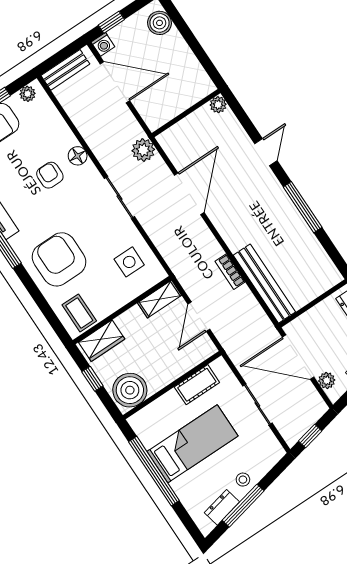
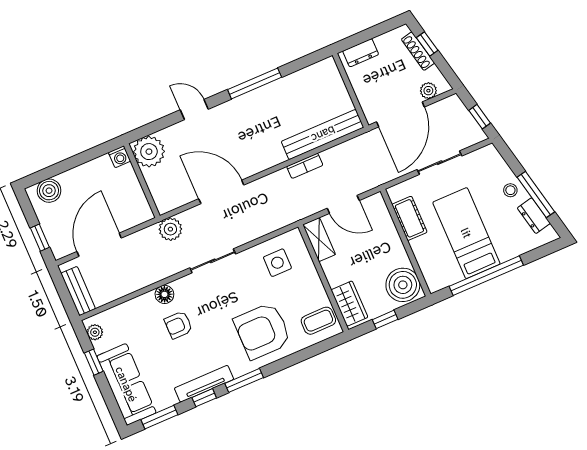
washing machine: (103, 44) -> (120, 157), moved, turned 90
plant: (218, 105) -> (149, 152), width x1.87, depth x1.87

